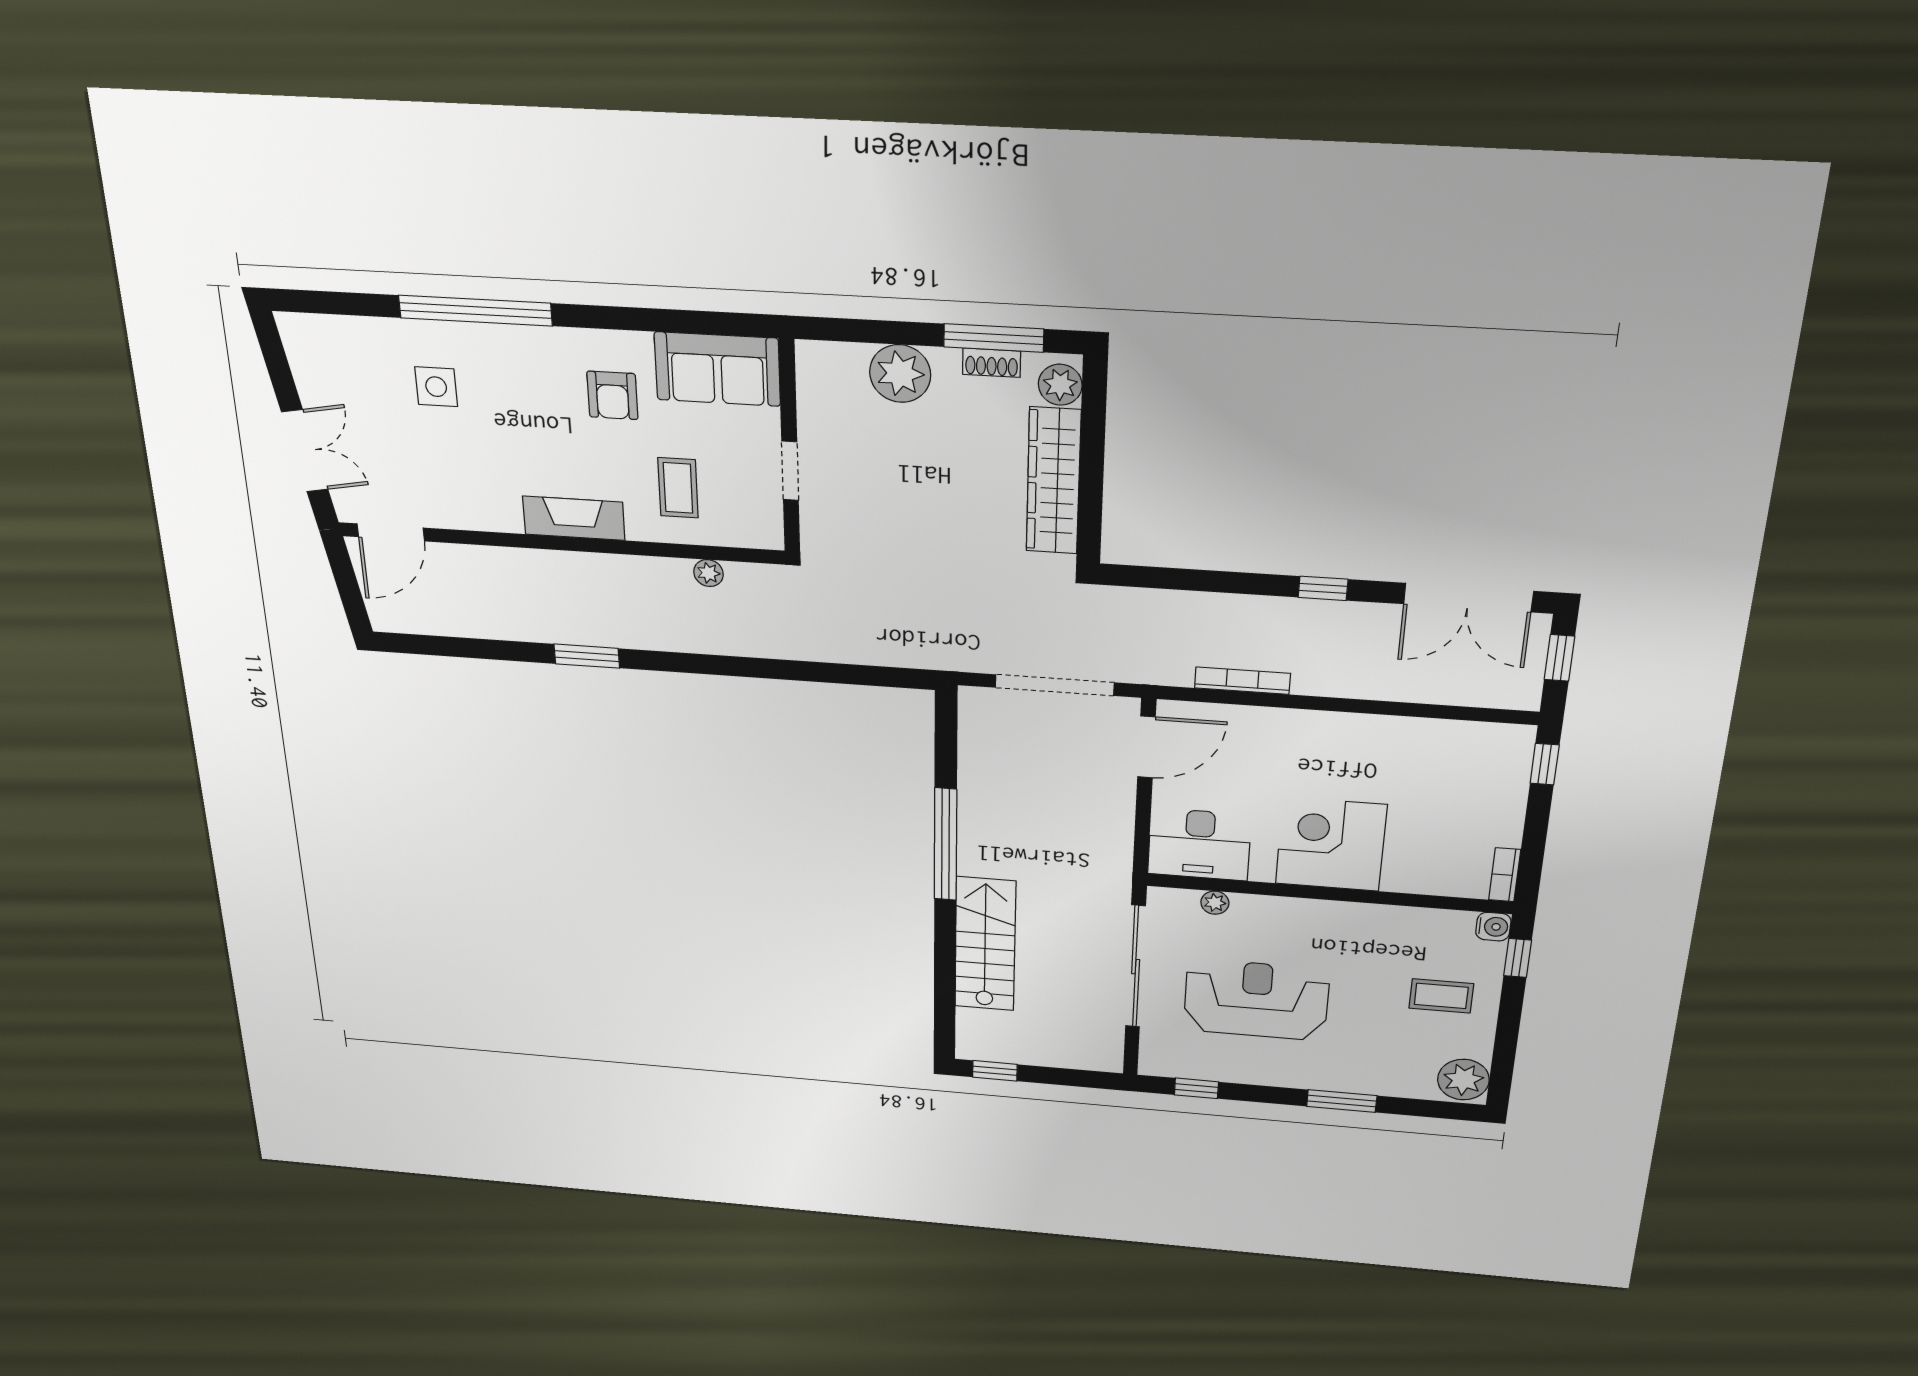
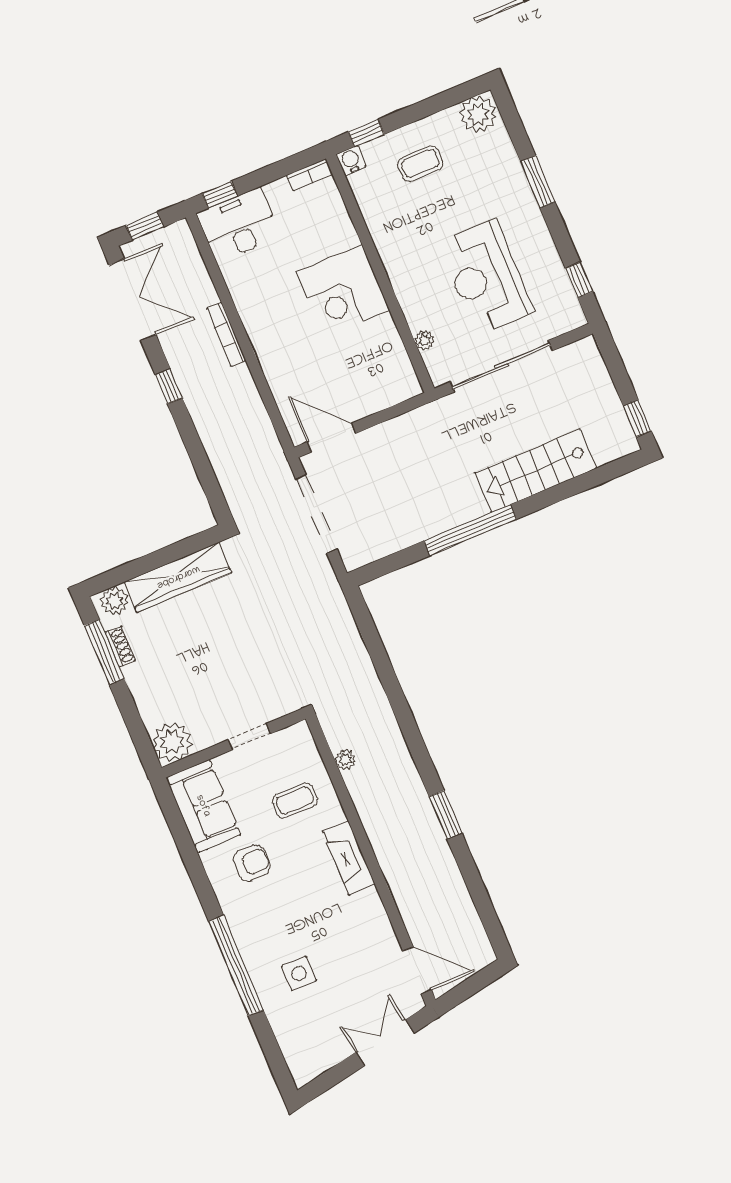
plant: (900, 374) -> (172, 742), moved
bookcase: (1242, 681) -> (226, 334), moved
desk: (1199, 844) -> (238, 225), moved, turned -90
coffee table: (1441, 996) -> (420, 164), turned 90

